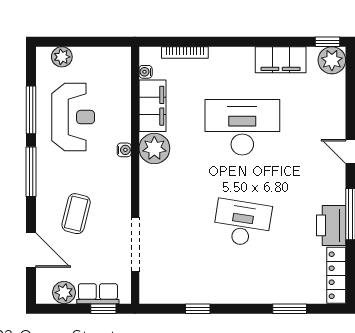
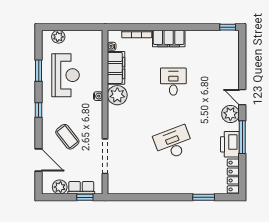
filing cabinet: (281, 60) -> (169, 39), moved
plant: (332, 60) -> (230, 114), moved
window: (31, 110) -> (39, 71), width x0.69
desk: (242, 127) -> (173, 82), width x0.53, depth x0.77
window: (31, 172) -> (39, 110), width x0.46
coffee table: (76, 214) -> (67, 137), turned -52
desk: (242, 223) -> (173, 143), turned -30
window: (198, 309) -> (145, 197), removed

